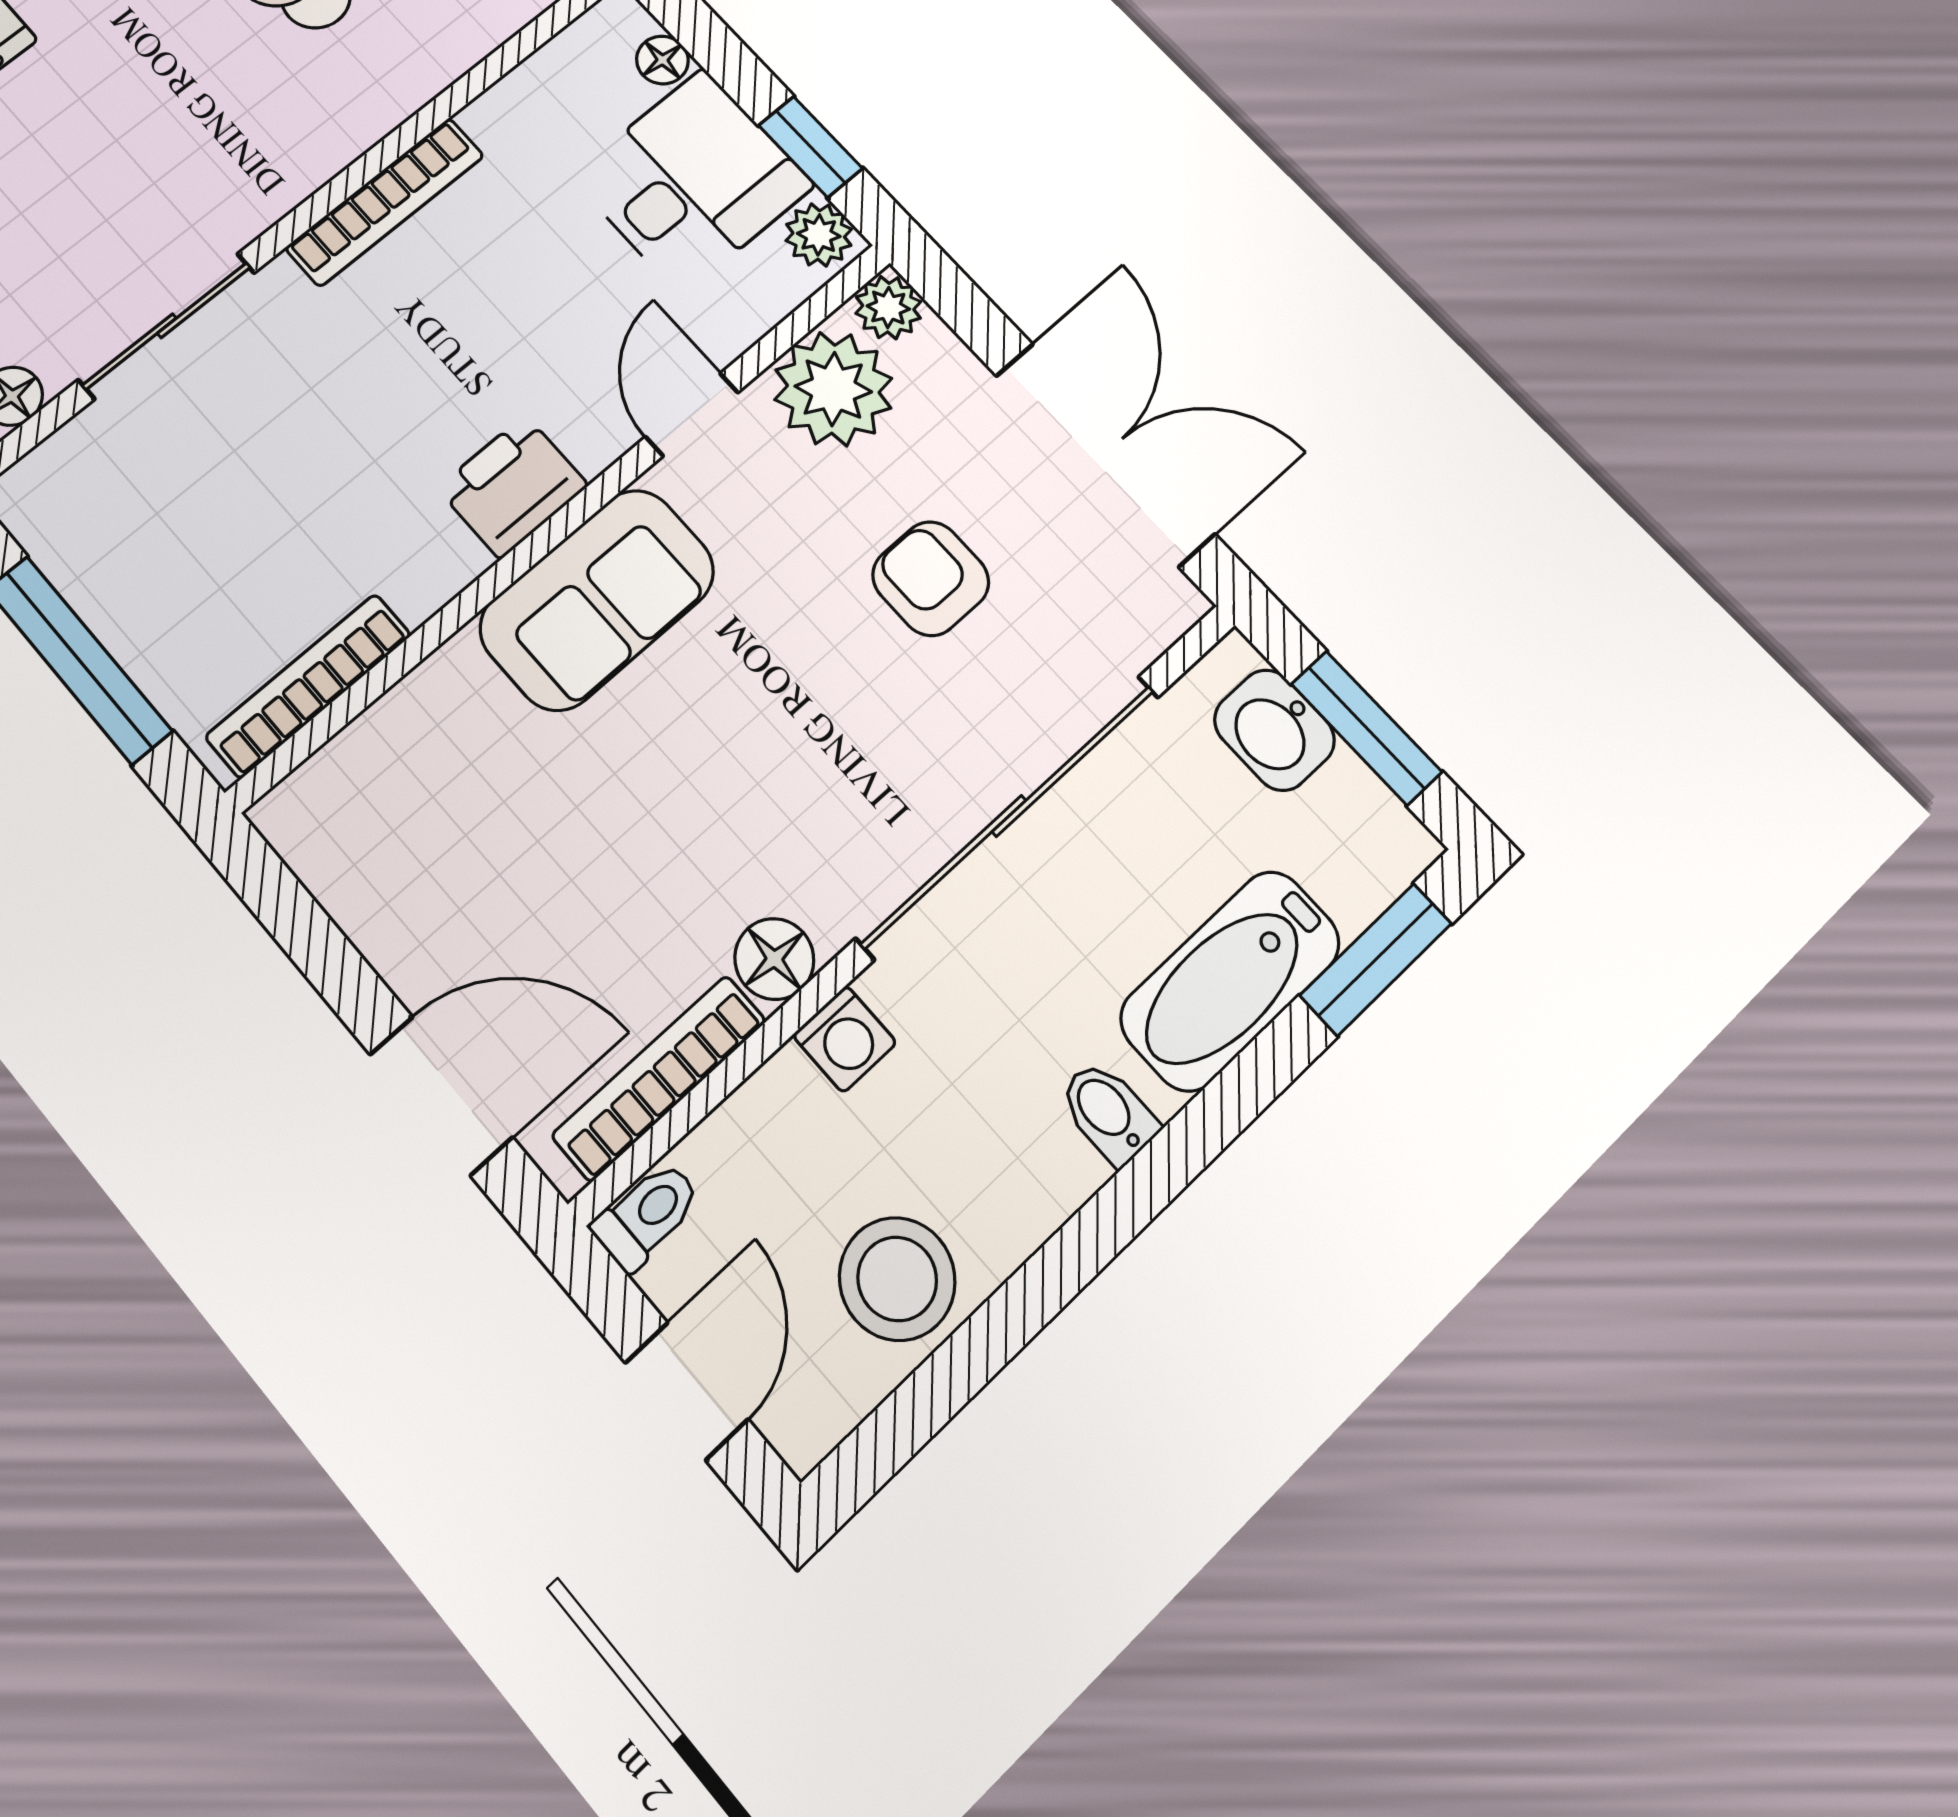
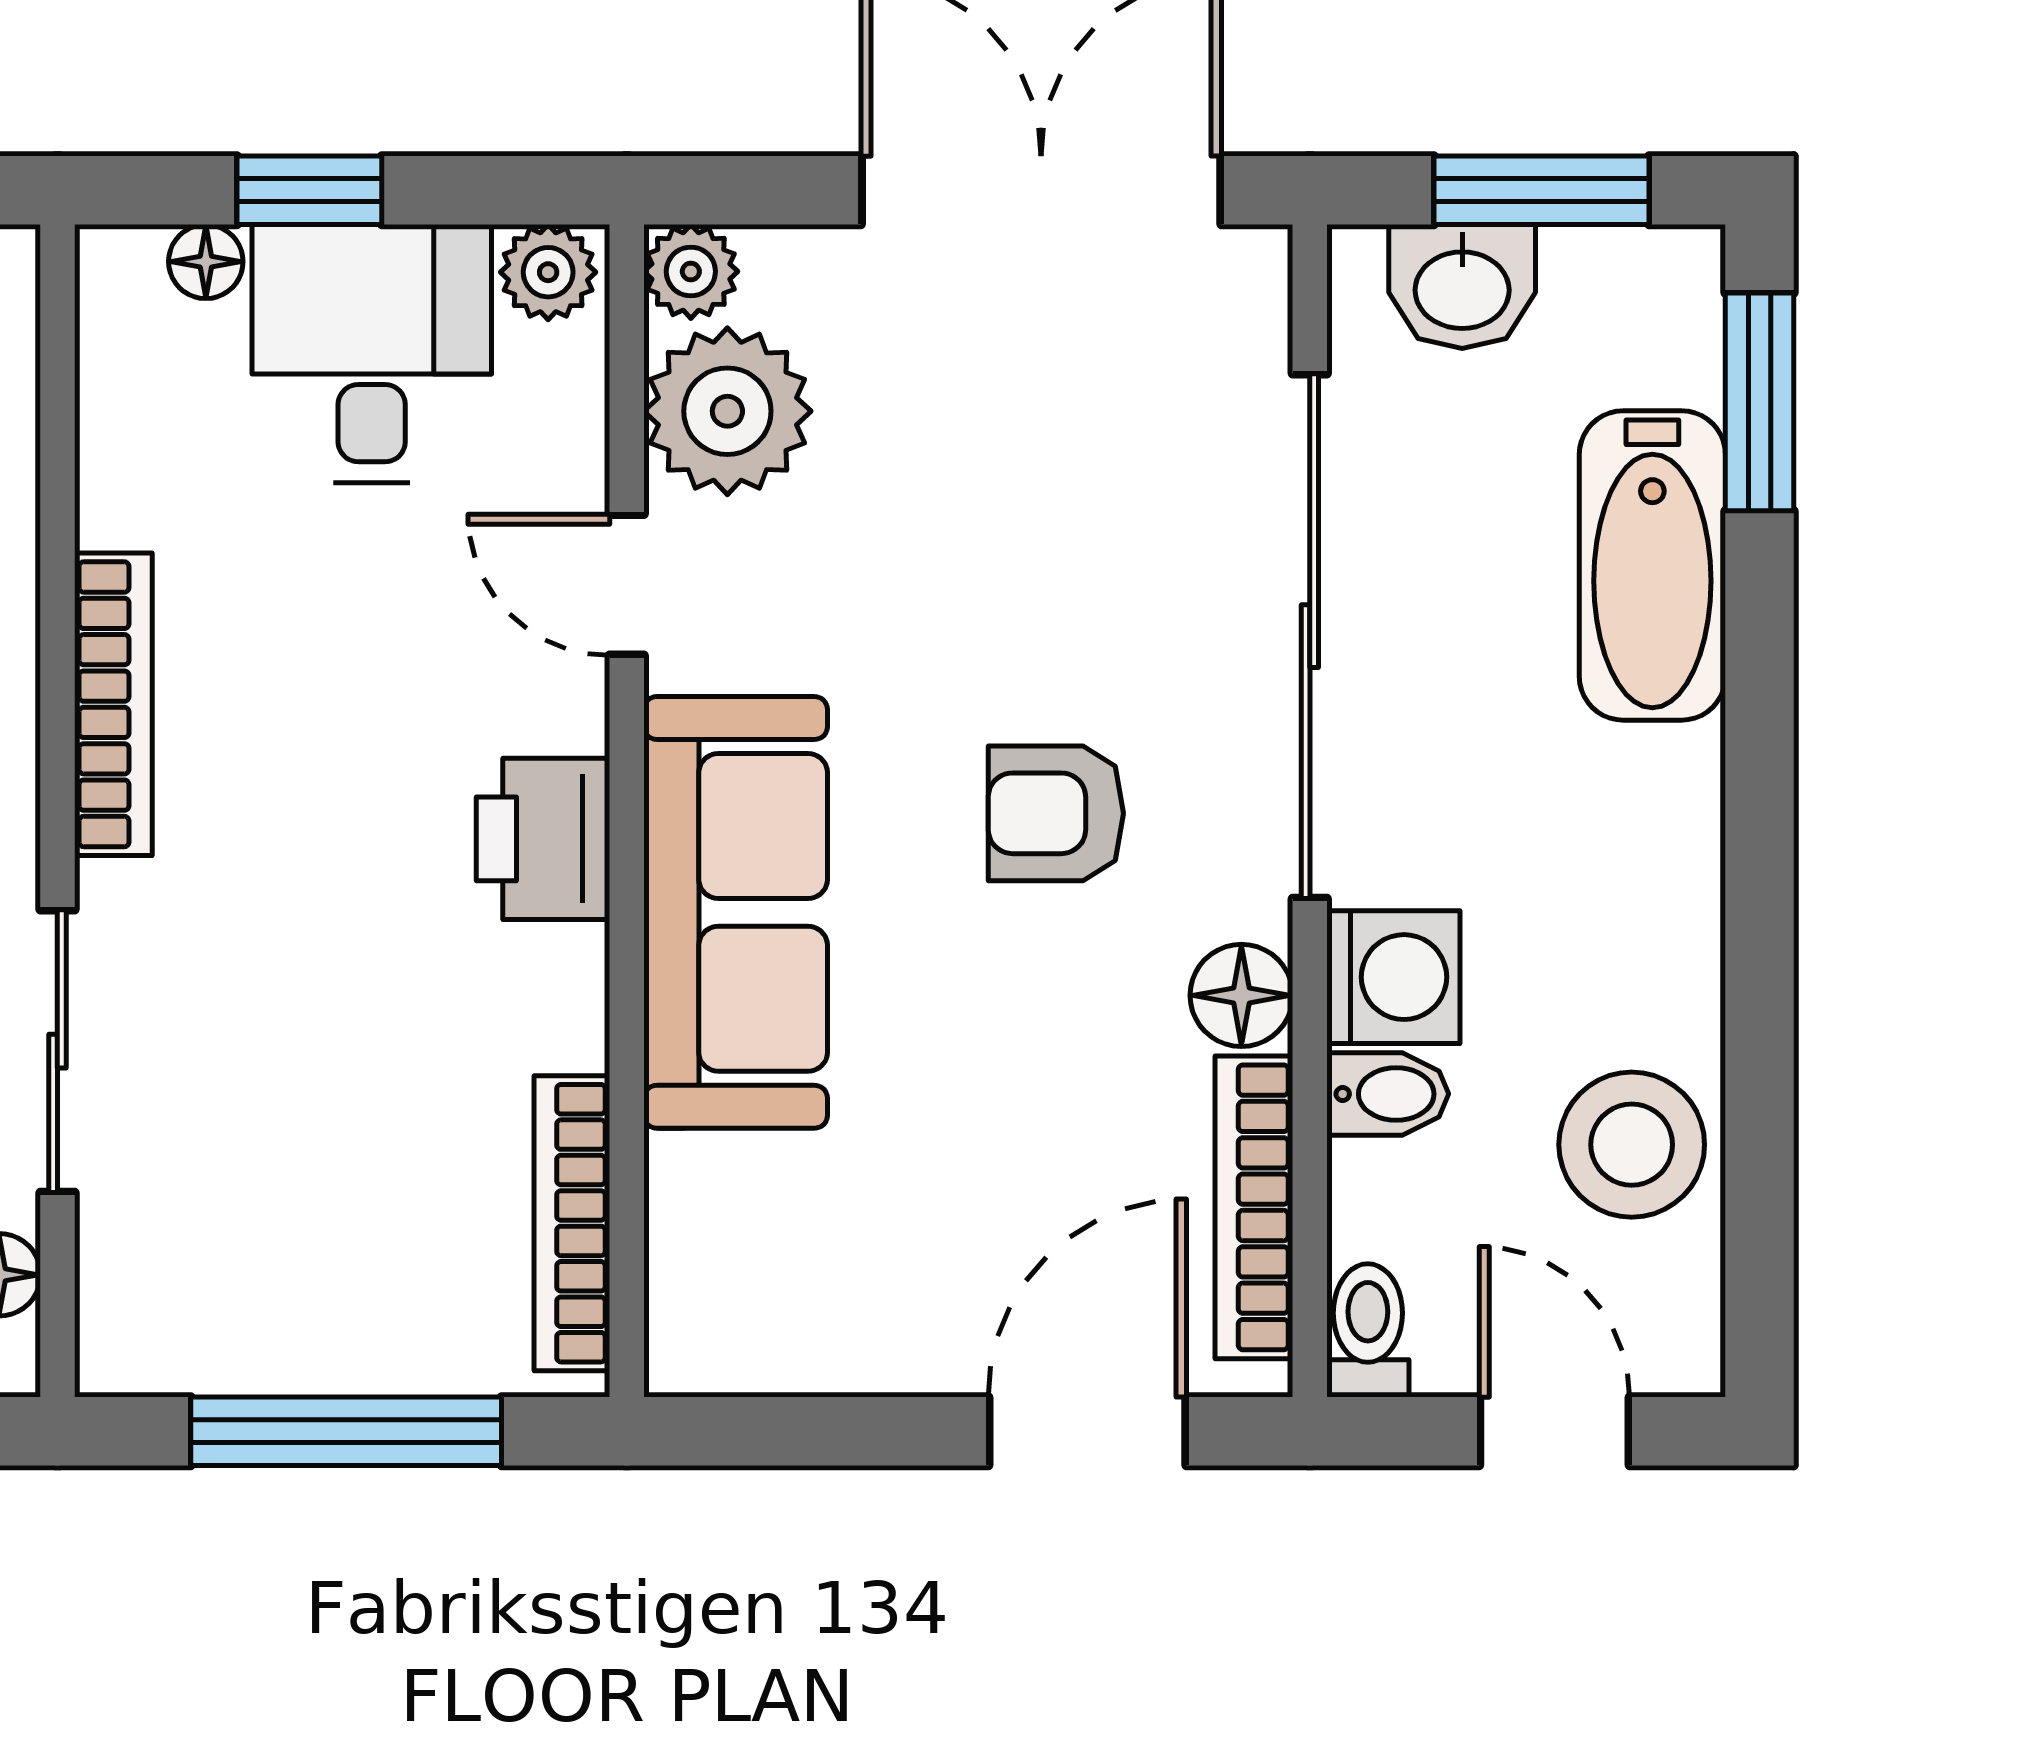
window: (810, 147) -> (309, 190), moved
armchair: (931, 578) -> (1056, 813), moved
sofa: (597, 599) -> (736, 912), width x1.36
washing machine: (845, 1039) -> (1393, 977), width x1.38, depth x1.38
bidet: (1108, 1112) -> (1388, 1094), moved, turned 180

